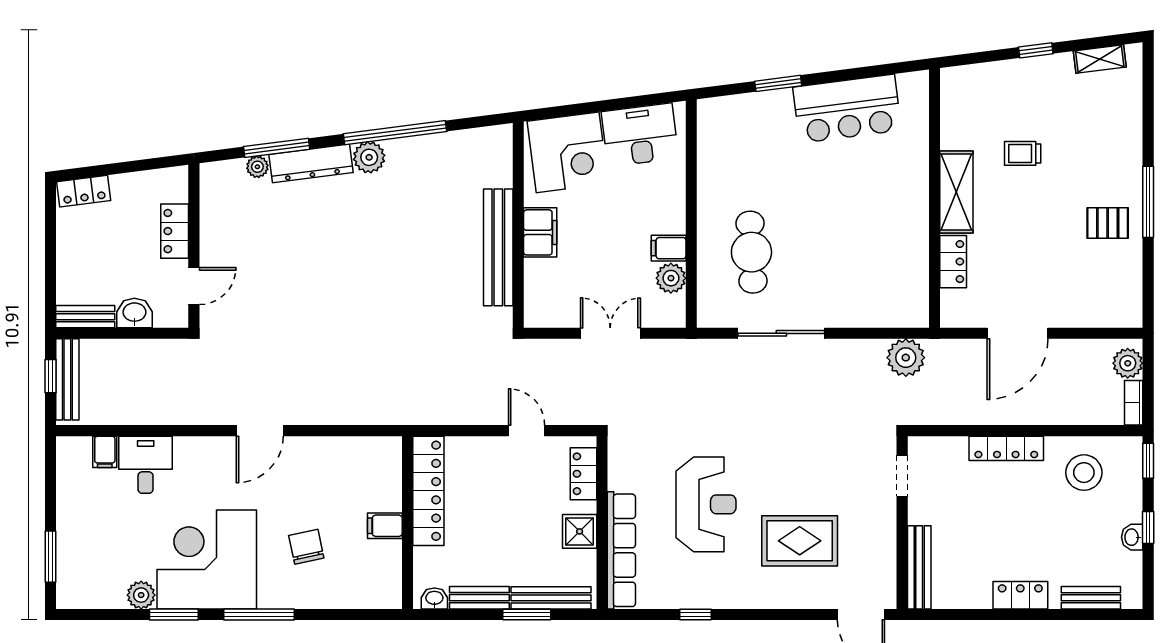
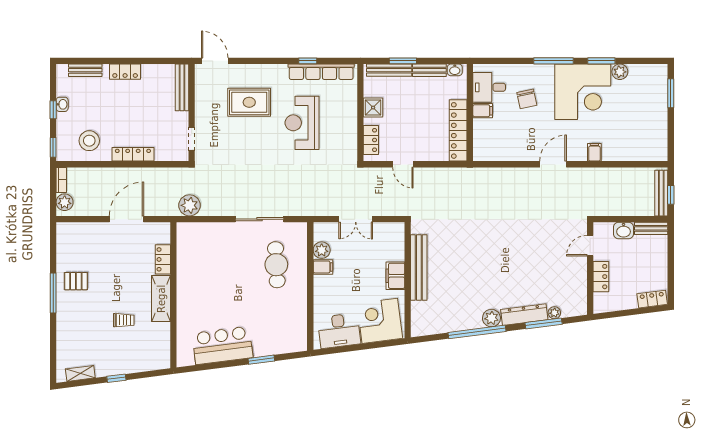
filing cabinet: (105, 452) -> (594, 152), moved
desk: (146, 465) -> (489, 87), moved, turned 90
row of seats: (621, 550) -> (321, 72), moved, turned -90

